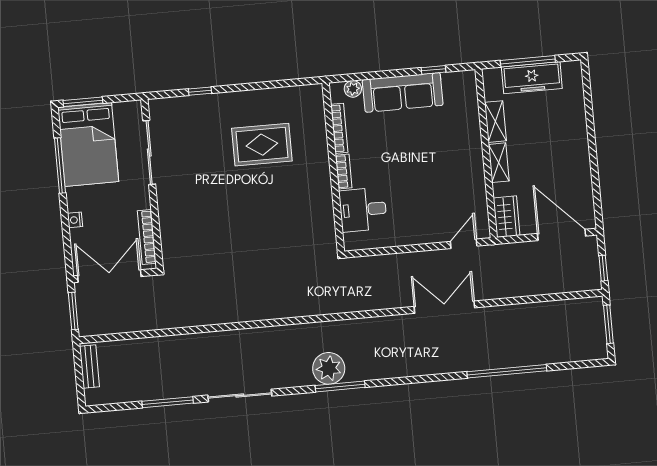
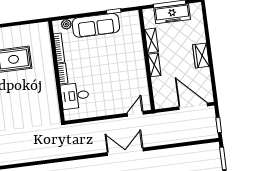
wardrobe: (507, 217) -> (201, 56), moved, turned 180

